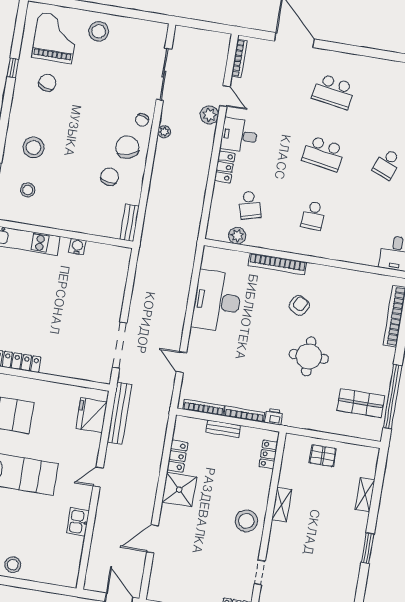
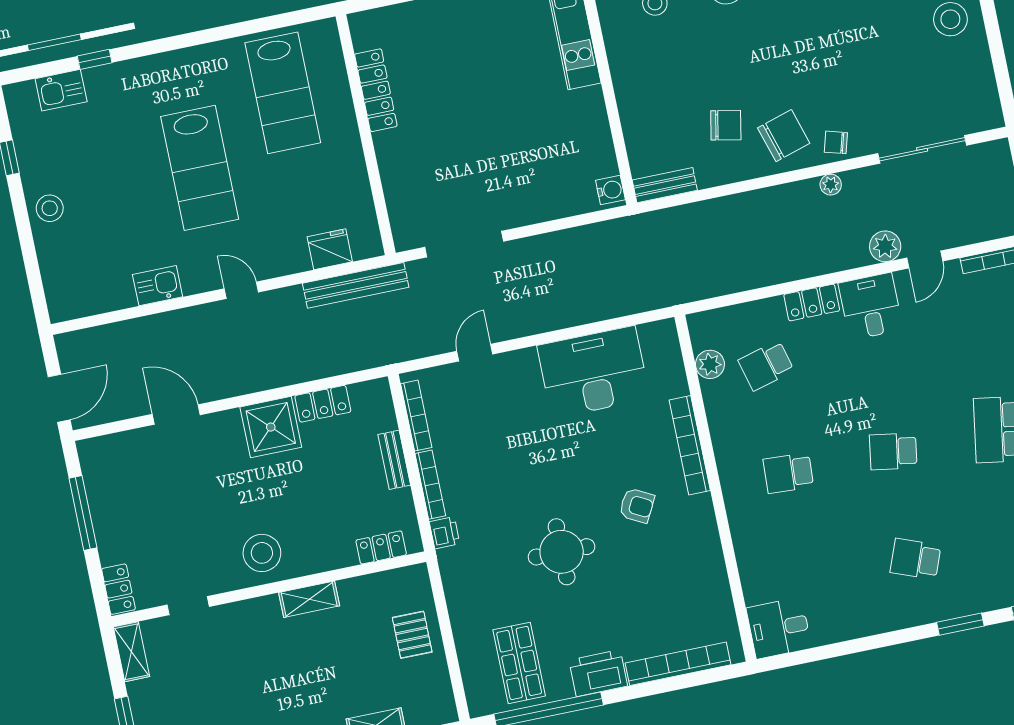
school desk: (323, 154) -> (893, 451), width x0.54
water cooler: (77, 246) -> (610, 190), moved
printer: (383, 362) -> (598, 673), added
fridge: (91, 415) -> (330, 249), width x0.73, depth x0.75

